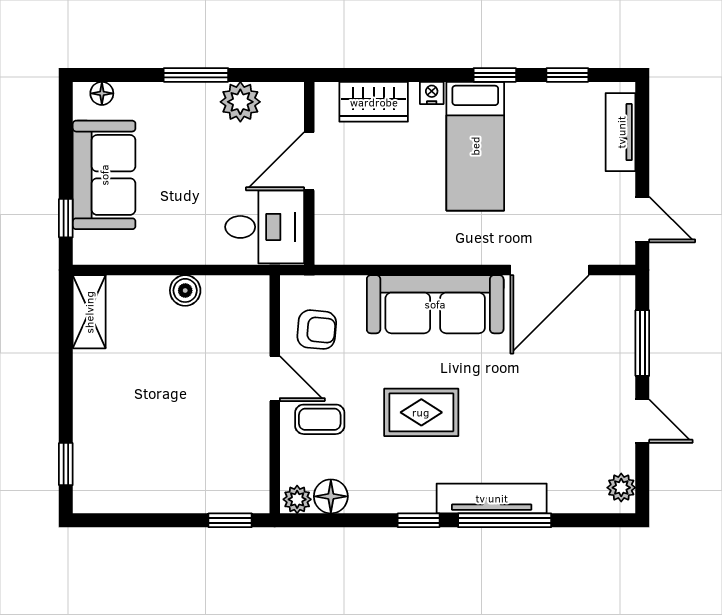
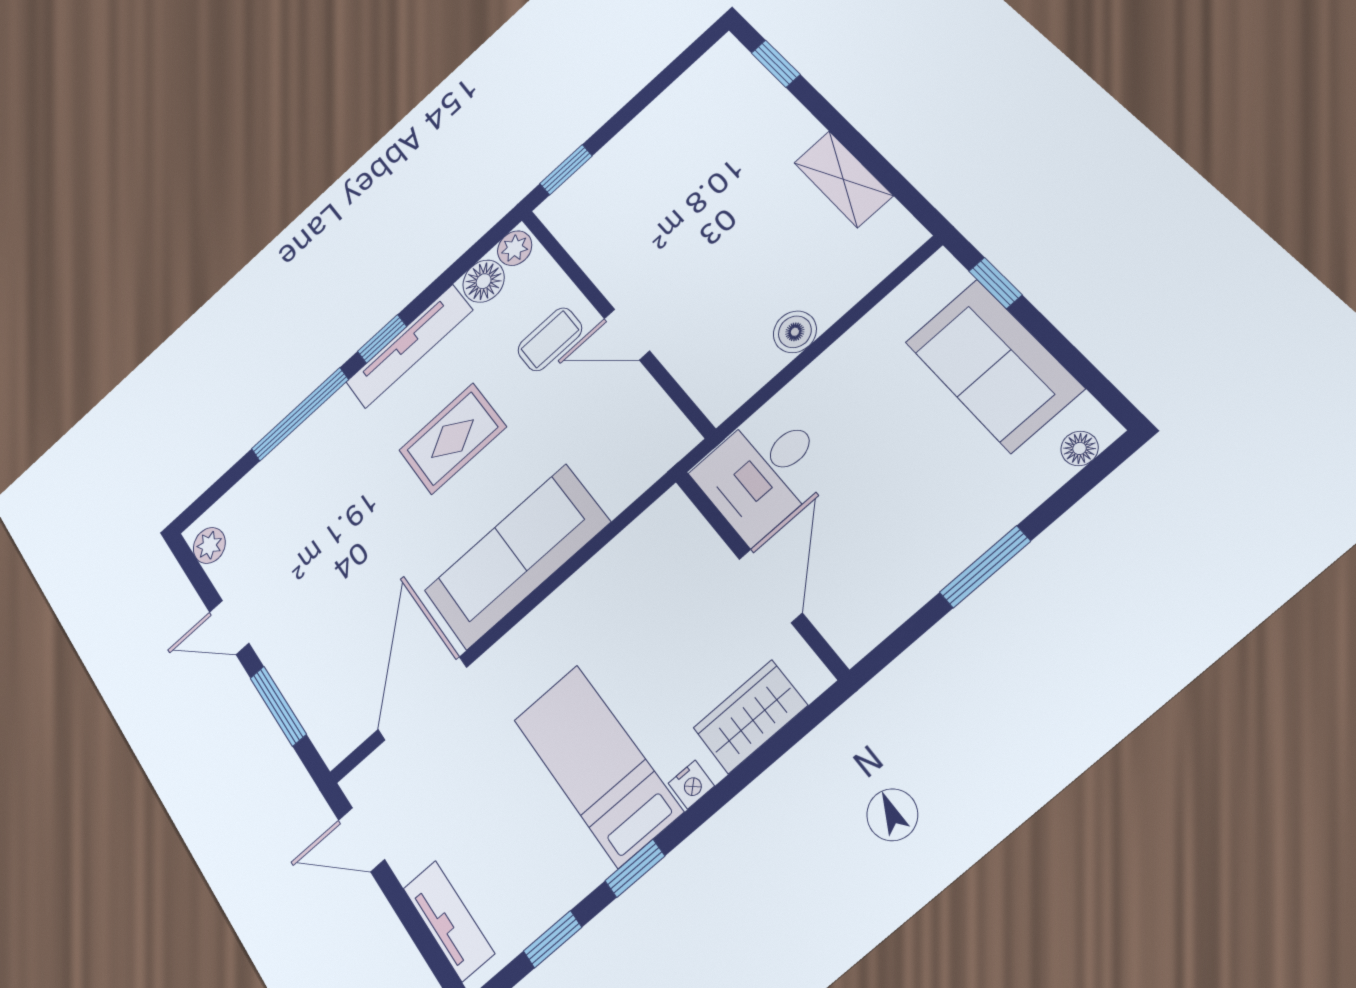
plant: (240, 102) -> (905, 582), removed
shelving: (89, 312) -> (843, 179), moved
armchair: (317, 330) -> (621, 420), removed
tv unit: (492, 498) -> (409, 346), moved

